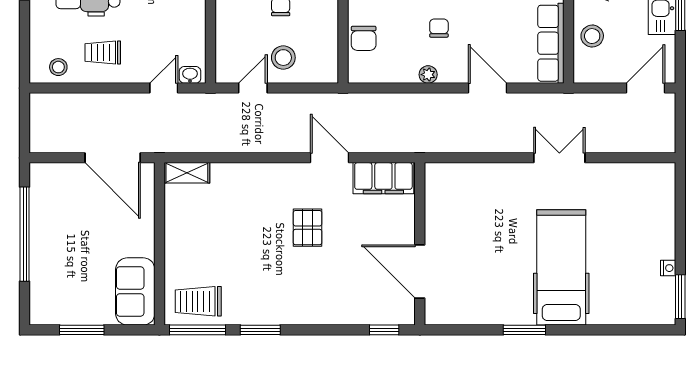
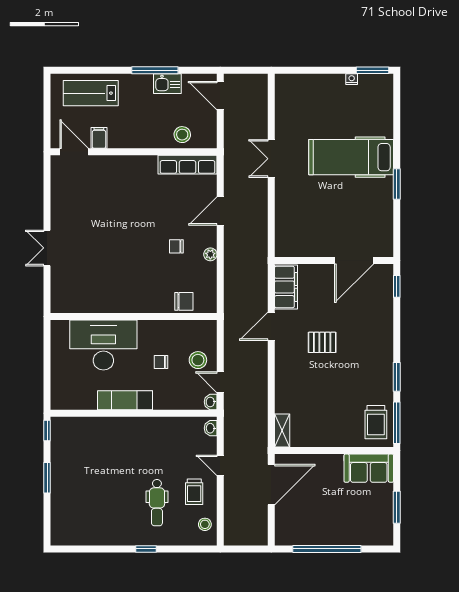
washbasin: (226, 75) -> (211, 402), added
door: (164, 88) -> (220, 465), moved

